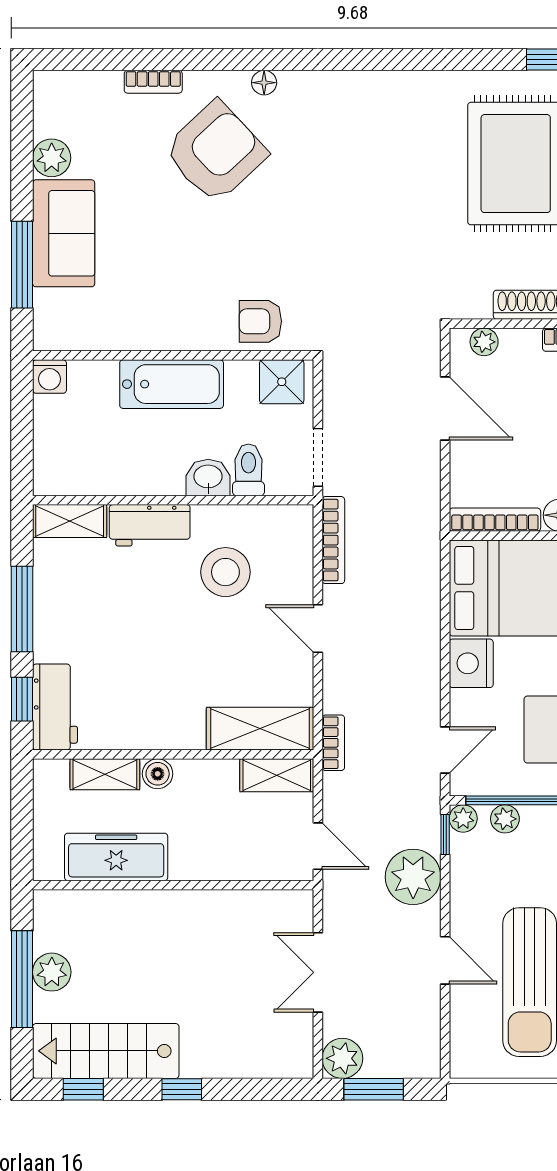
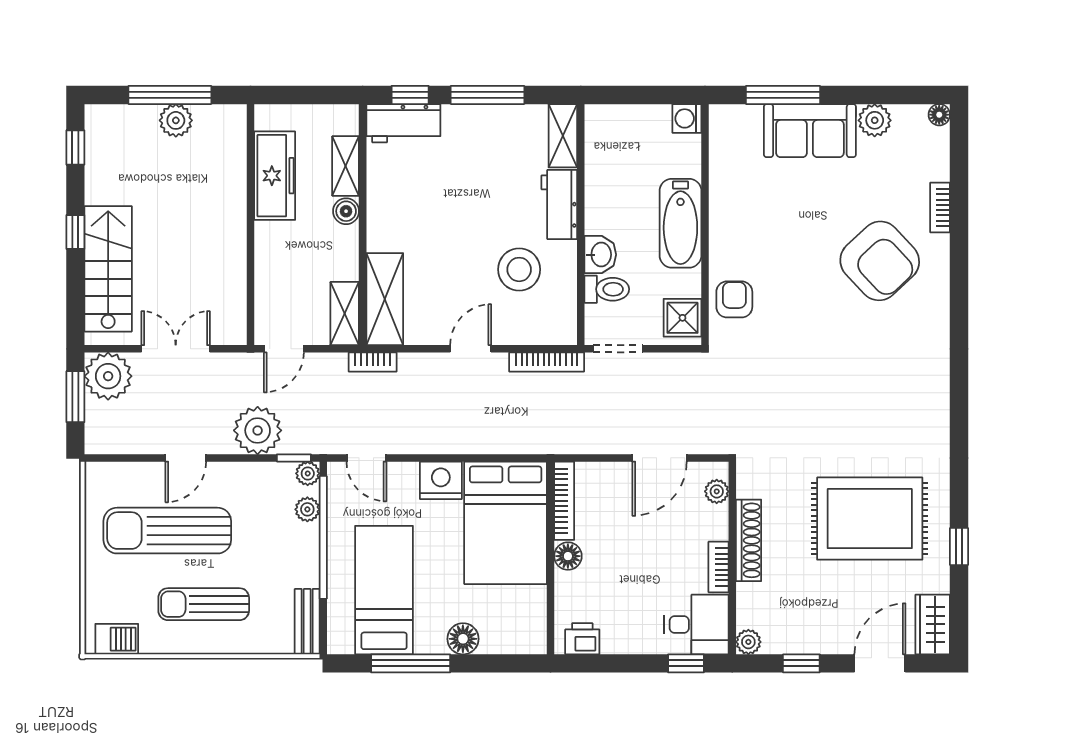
floor lamp: (264, 83) -> (939, 115), moved
stairs: (106, 1051) -> (108, 269), moved
plant: (342, 1058) -> (108, 376), width x1.36, depth x1.36

